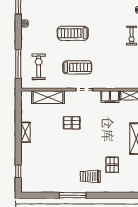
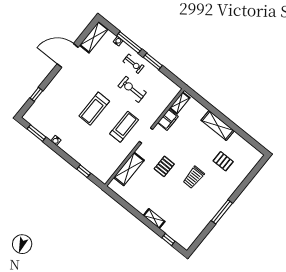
window: (18, 64) -> (84, 171), width x0.46
exercise bike: (39, 67) -> (132, 89), moved
shelving: (25, 132) -> (154, 219), moved
trolley: (90, 176) -> (194, 177), moved

